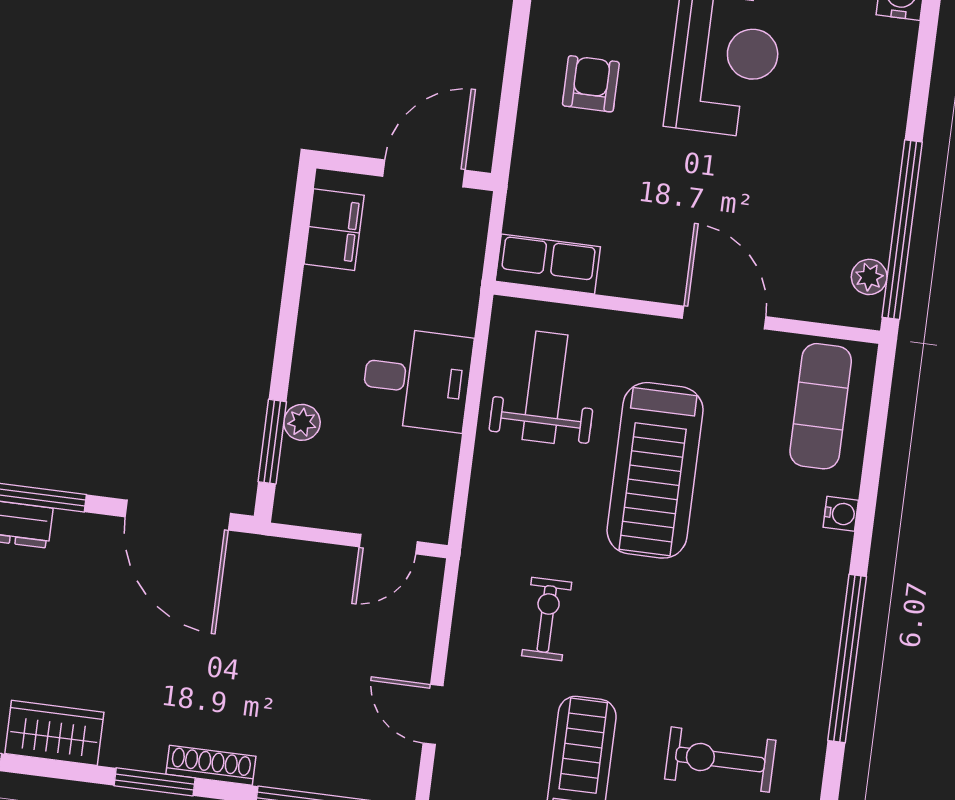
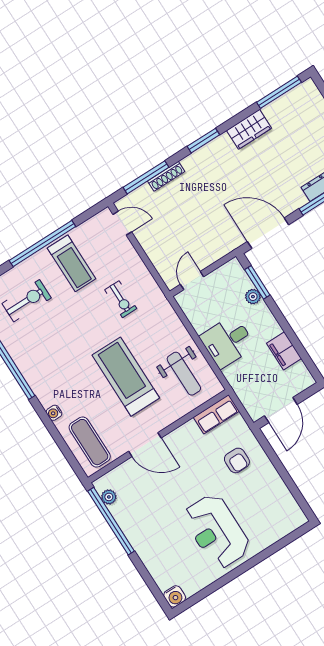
armchair: (591, 84) -> (237, 460), moved
filing cabinet: (334, 230) -> (284, 351), moved
door: (433, 715) -> (122, 223), moved
shoe rack: (211, 765) -> (166, 176), moved

